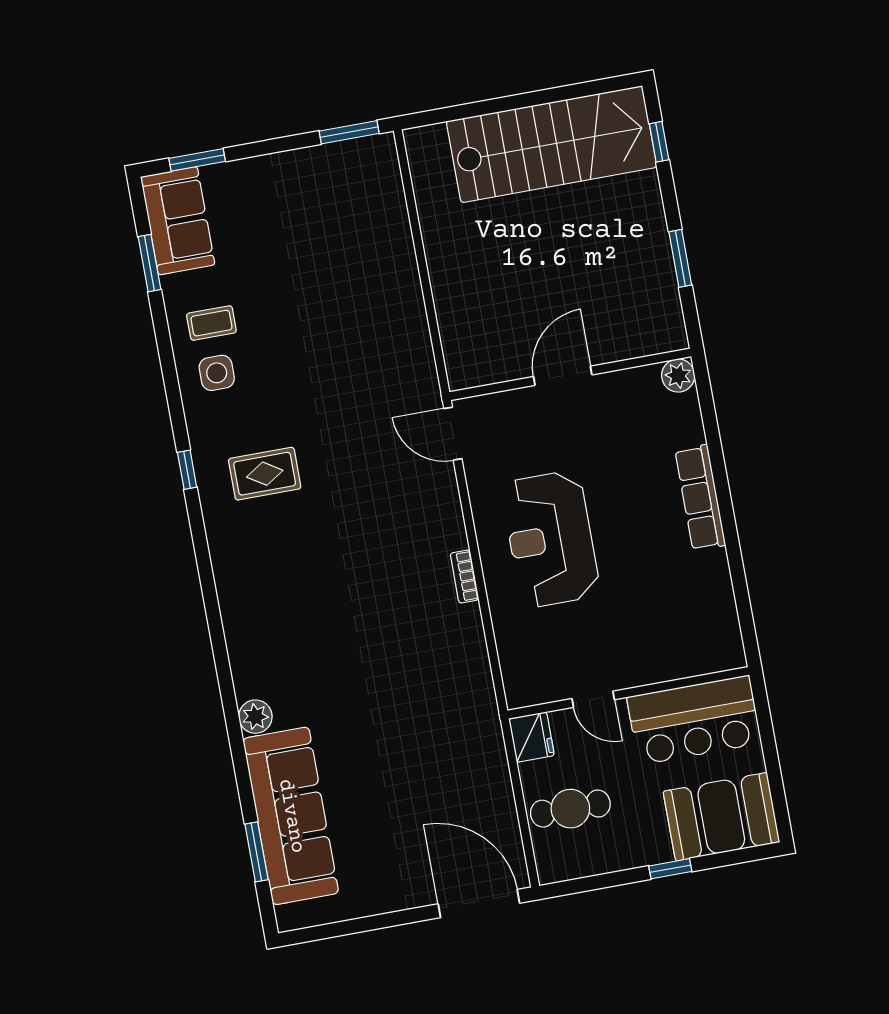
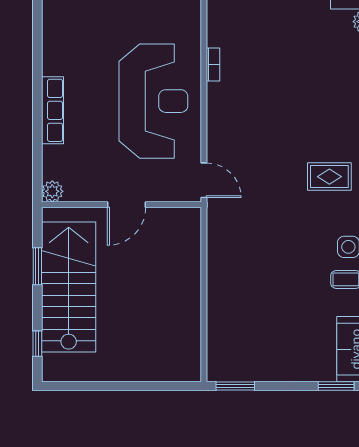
stairs: (552, 144) -> (69, 287), moved, turned 90
reception desk: (551, 539) -> (153, 101), width x1.36, depth x1.30
bookcase: (465, 576) -> (213, 64), moved

